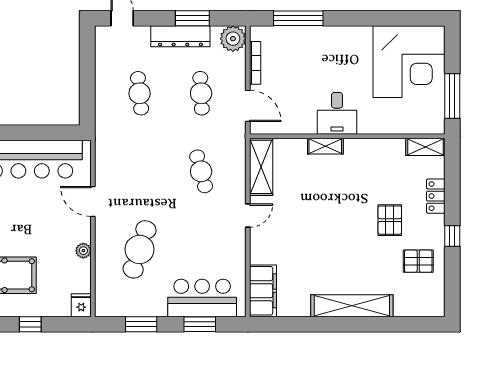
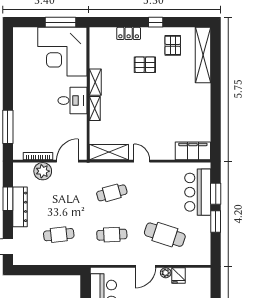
plant: (233, 39) -> (43, 171), moved
corner desk: (409, 62) -> (62, 52), moved, turned 180
cafe table: (201, 93) -> (112, 235), moved
shelving: (425, 147) -> (95, 82), moved
door: (93, 201) -> (145, 266), moved
fridge: (81, 305) -> (179, 276), moved, turned -90
shelving: (352, 306) -> (203, 55), moved
window: (141, 324) -> (216, 222), moved

